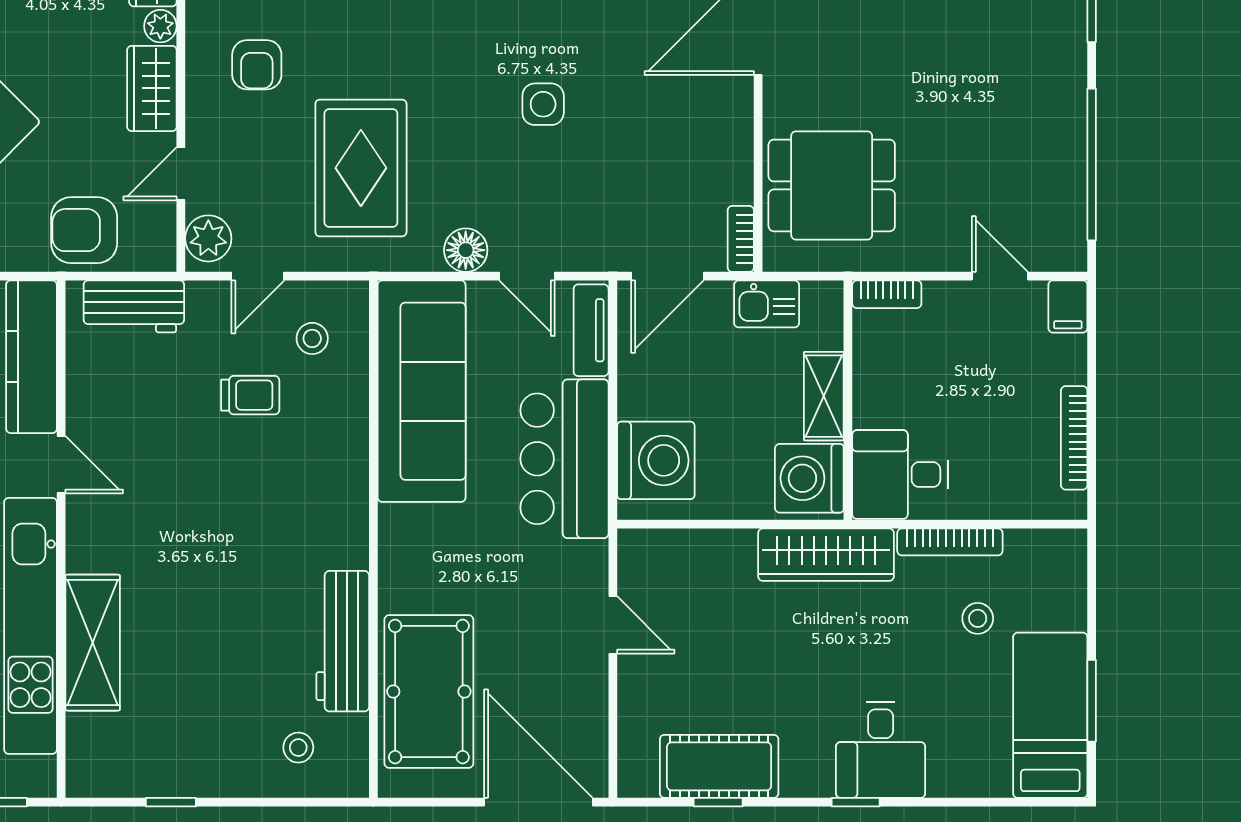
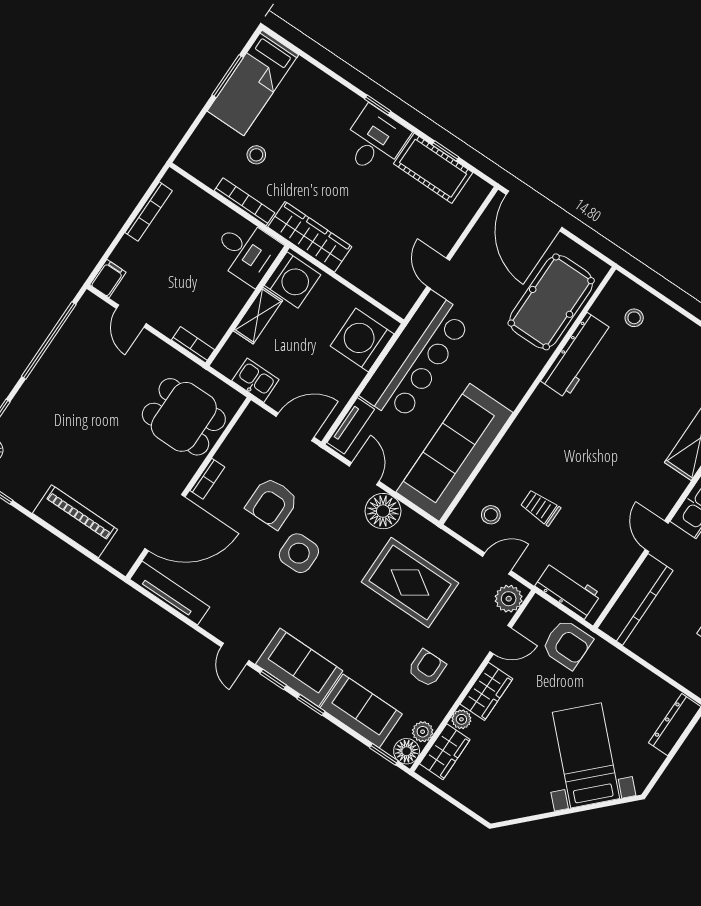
side table: (543, 104) -> (299, 553), width x1.37, depth x1.37
armchair: (628, 149) -> (272, 503), added
rug: (361, 168) -> (410, 582), turned 90
bookcase: (741, 239) -> (207, 479), moved
floor lamp: (466, 250) -> (383, 511), width x1.38, depth x1.38
bar counter: (564, 459) -> (416, 357), width x1.36
desk: (881, 750) -> (375, 141), moved

